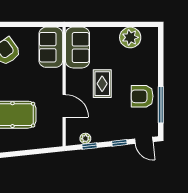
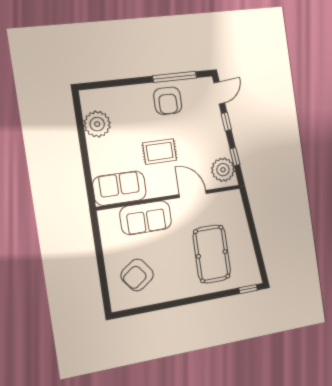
sofa: (51, 47) -> (146, 218), moved
door: (64, 106) -> (193, 194), hinge flipped
plant: (85, 138) -> (223, 170), width x1.87, depth x1.87

